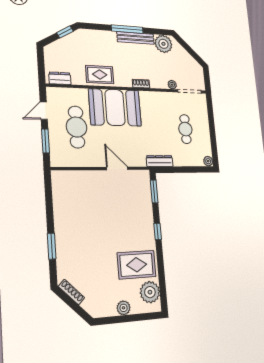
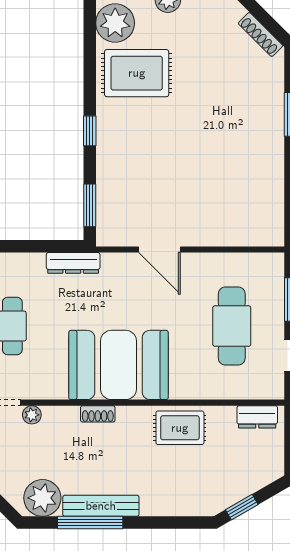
window: (127, 29) -> (90, 523), moved
booth: (115, 107) -> (119, 365), moved

